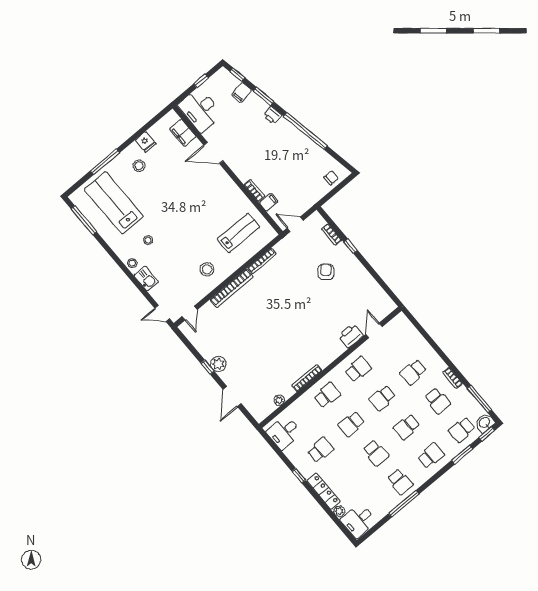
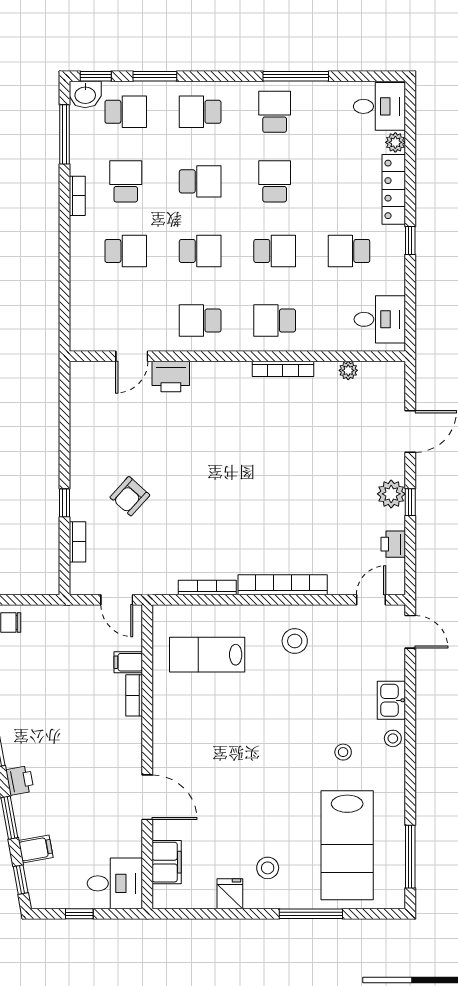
desk: (200, 110) -> (115, 883), width x0.73
printer: (200, 344) -> (393, 544), added

